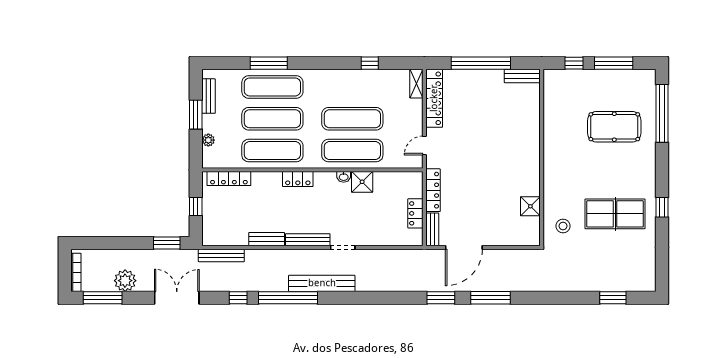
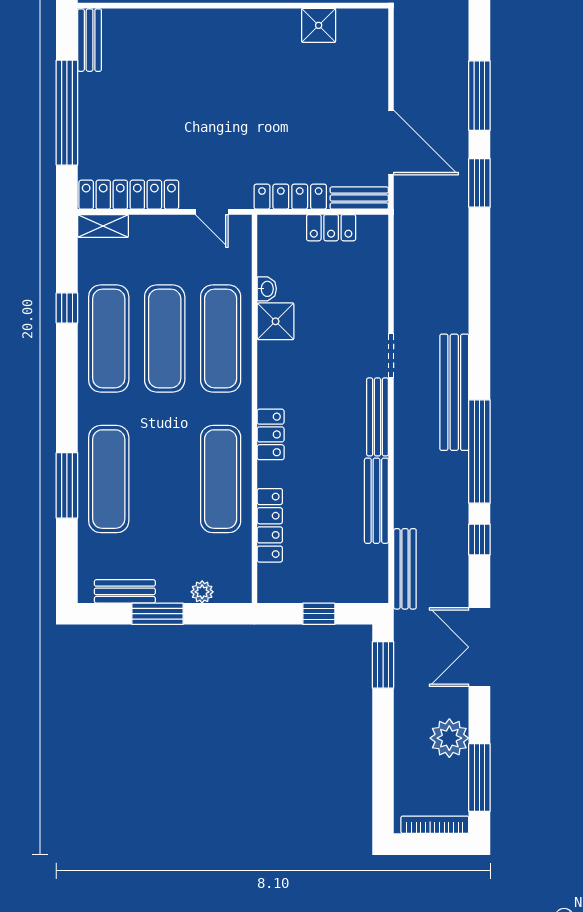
exercise mat: (272, 119) -> (109, 338), moved
washbasin: (344, 177) -> (267, 289), moved
locker: (229, 179) -> (270, 525), moved
bench: (267, 239) -> (376, 501), width x1.36

